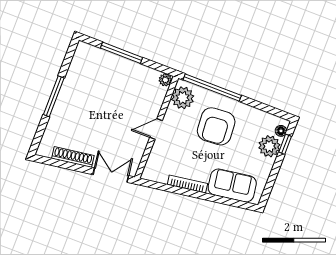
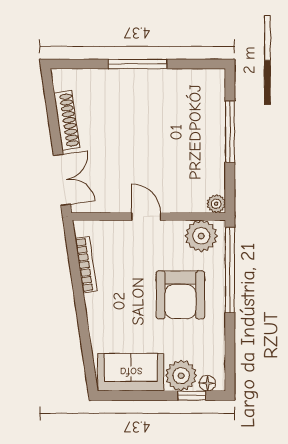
armchair: (216, 126) -> (180, 295), turned -86
bookcase: (187, 184) -> (86, 265), moved
sofa: (232, 185) -> (131, 372), moved, turned -82

